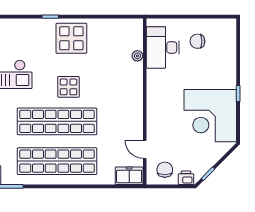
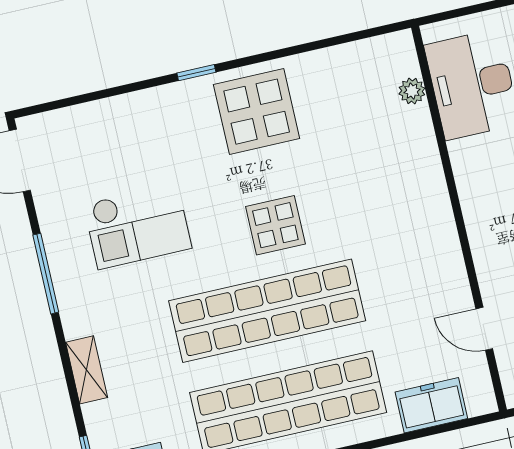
plant: (137, 56) -> (412, 91), moved
freezer: (129, 176) -> (431, 405), moved

